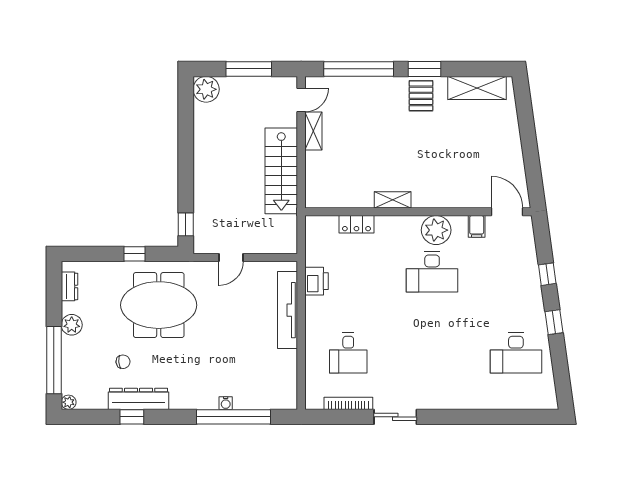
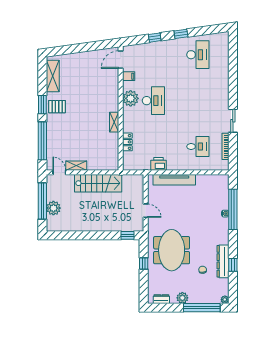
window: (249, 69) -> (42, 201), width x1.46
plant: (206, 89) -> (53, 208), moved

